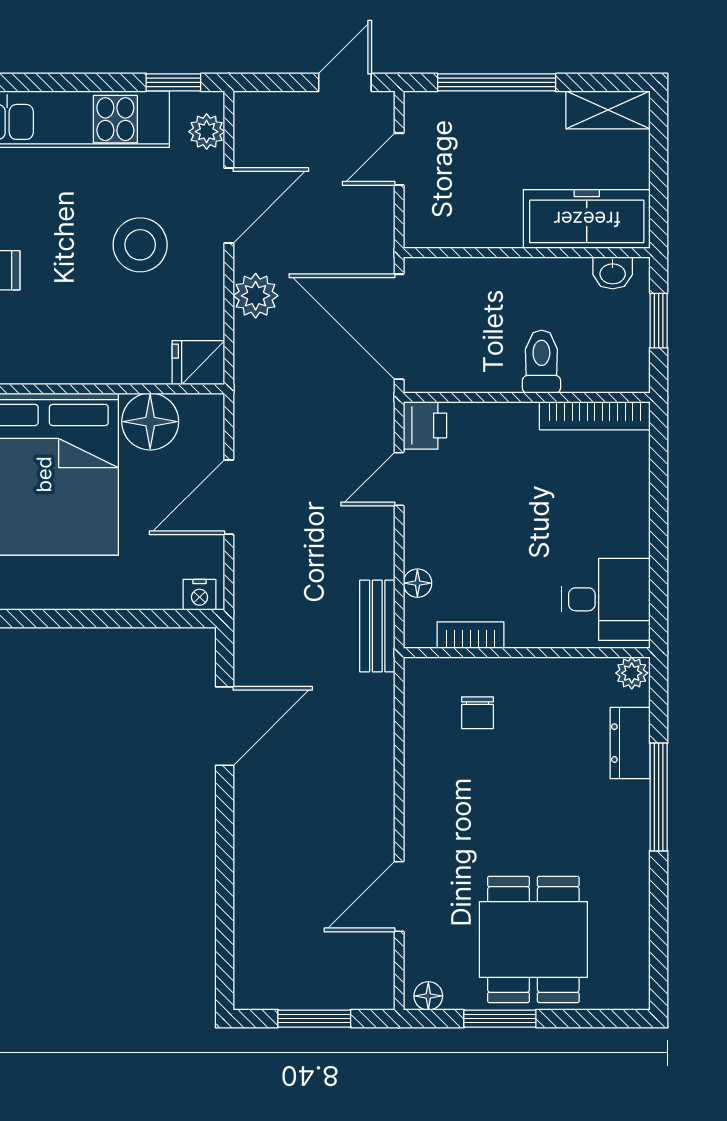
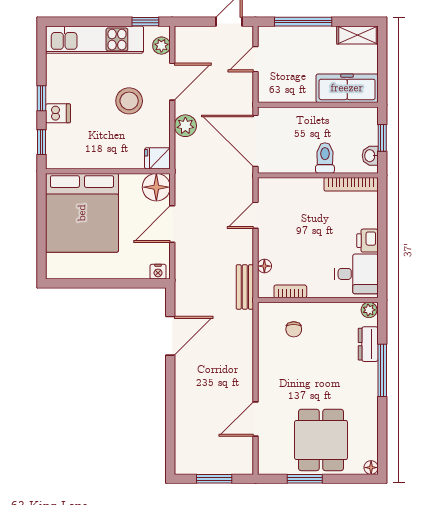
washbasin: (613, 273) -> (370, 156), moved, turned 90
floor lamp: (150, 422) -> (156, 187), moved
printer: (425, 425) -> (367, 241), moved, turned 180
floor lamp: (428, 996) -> (371, 468), moved

